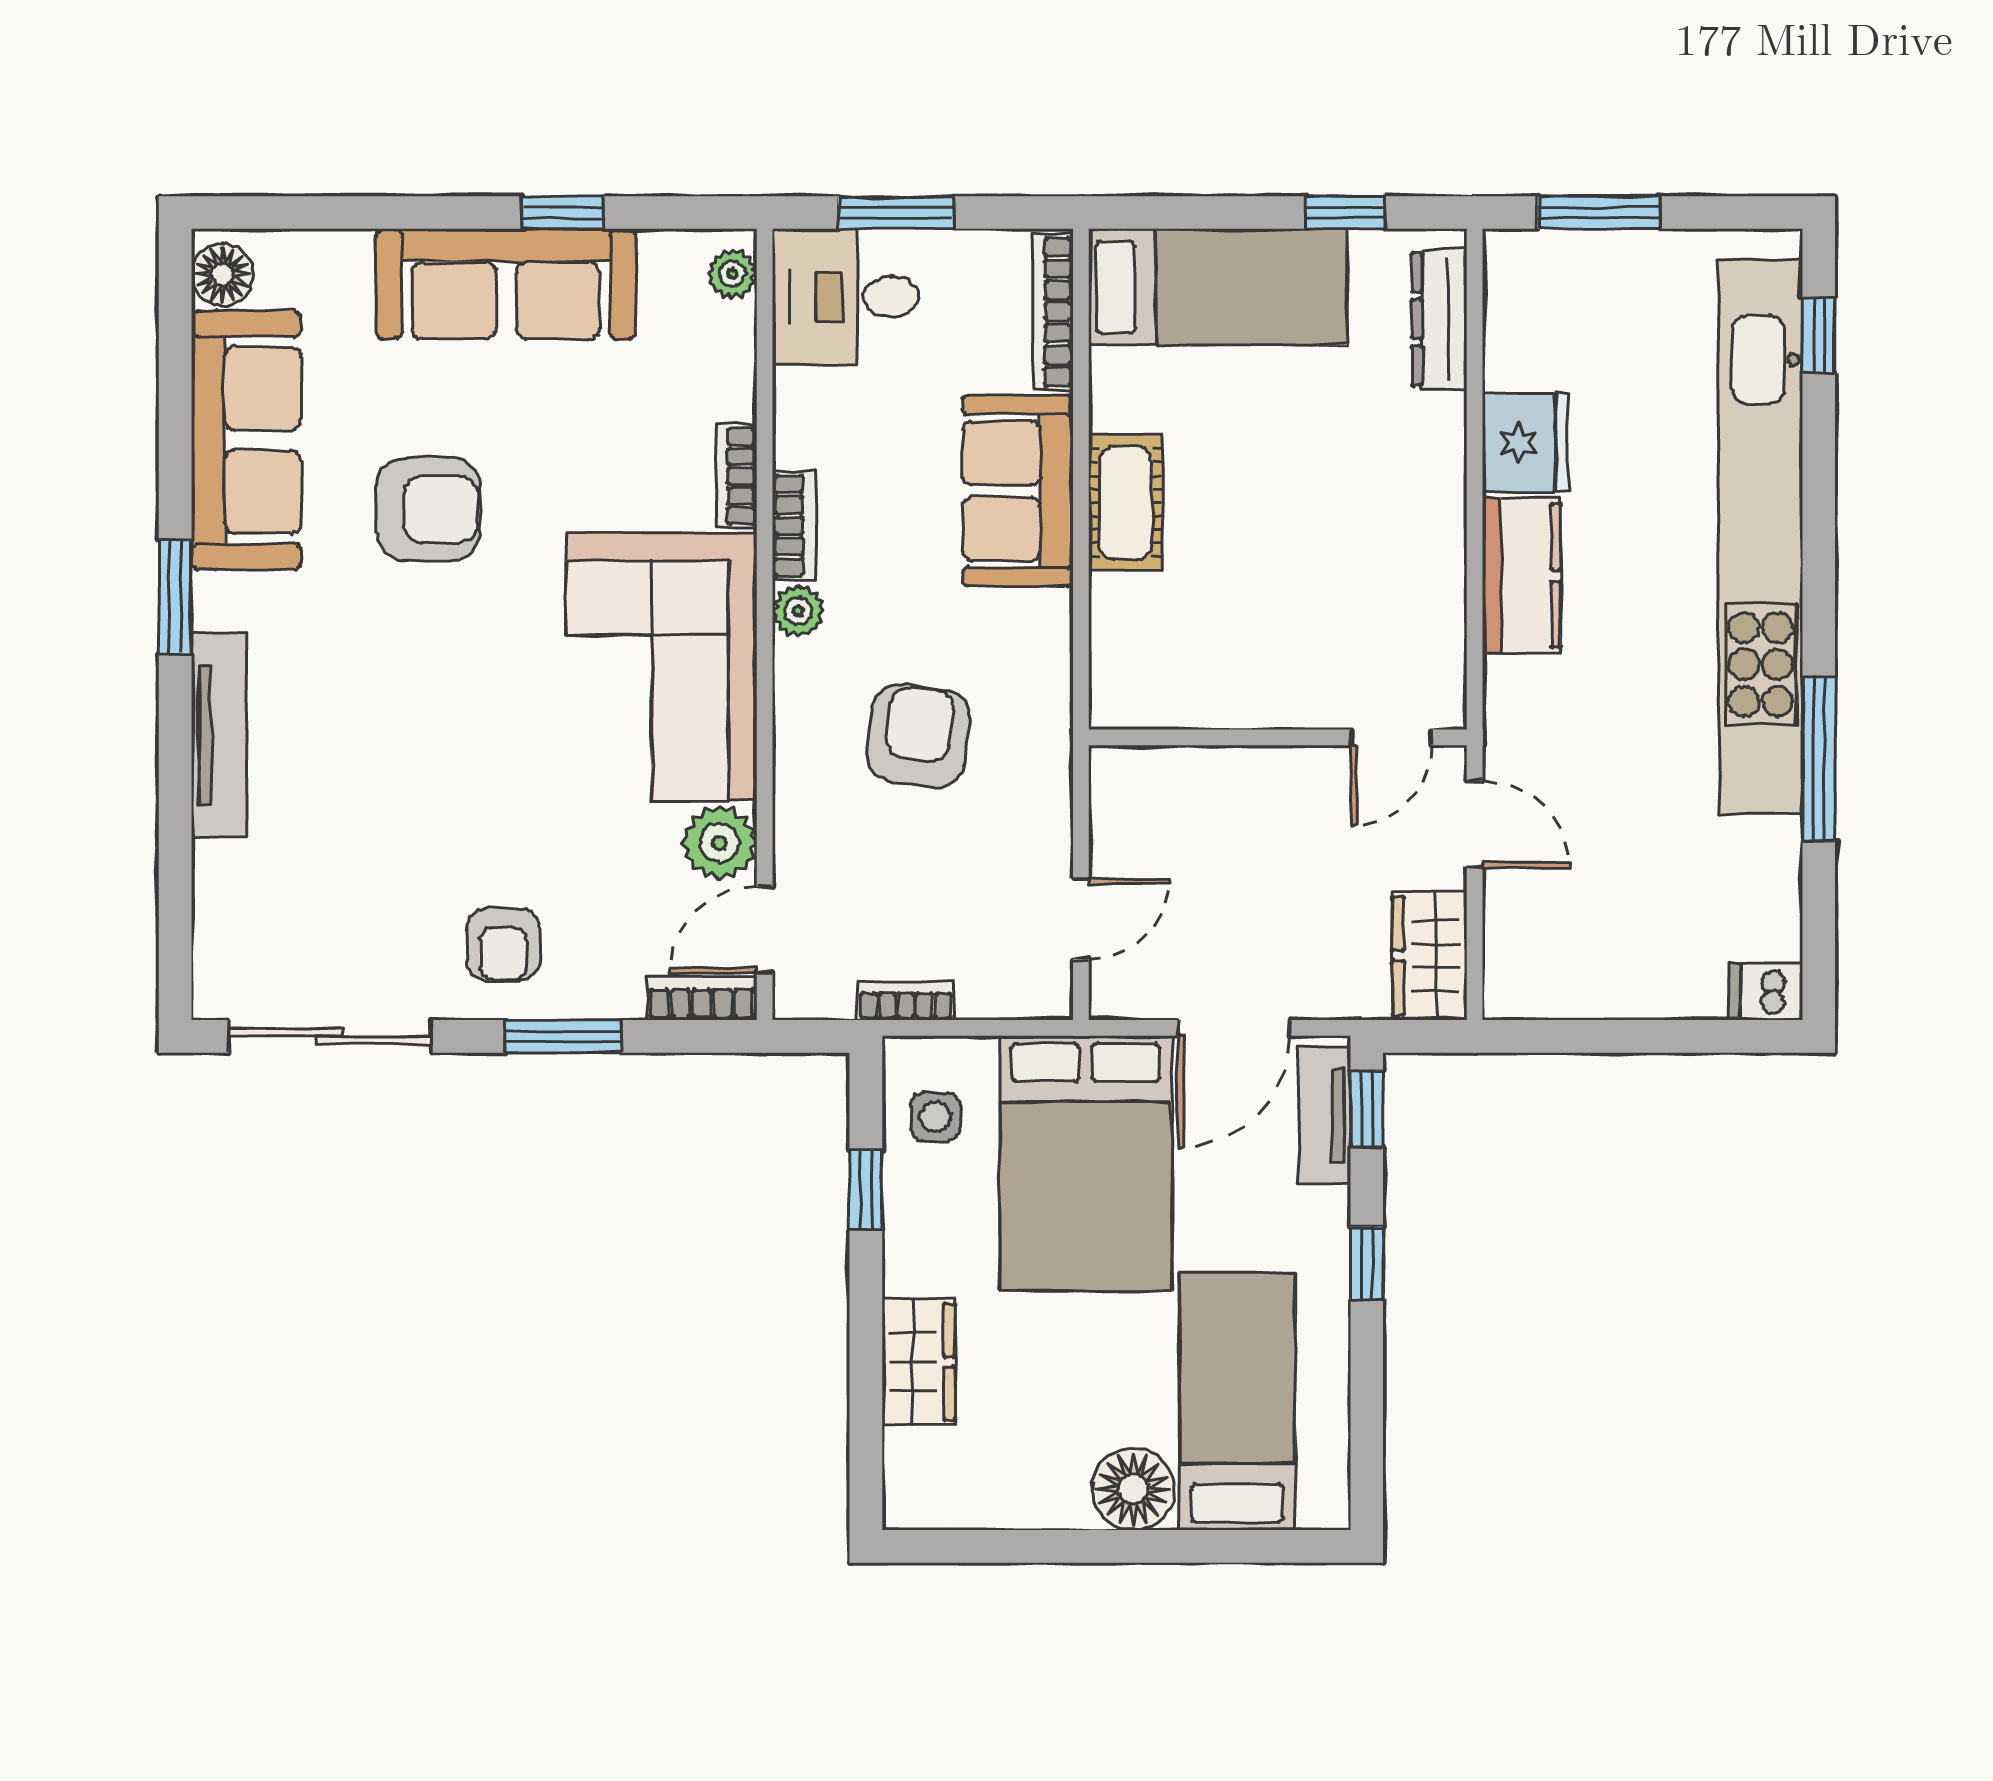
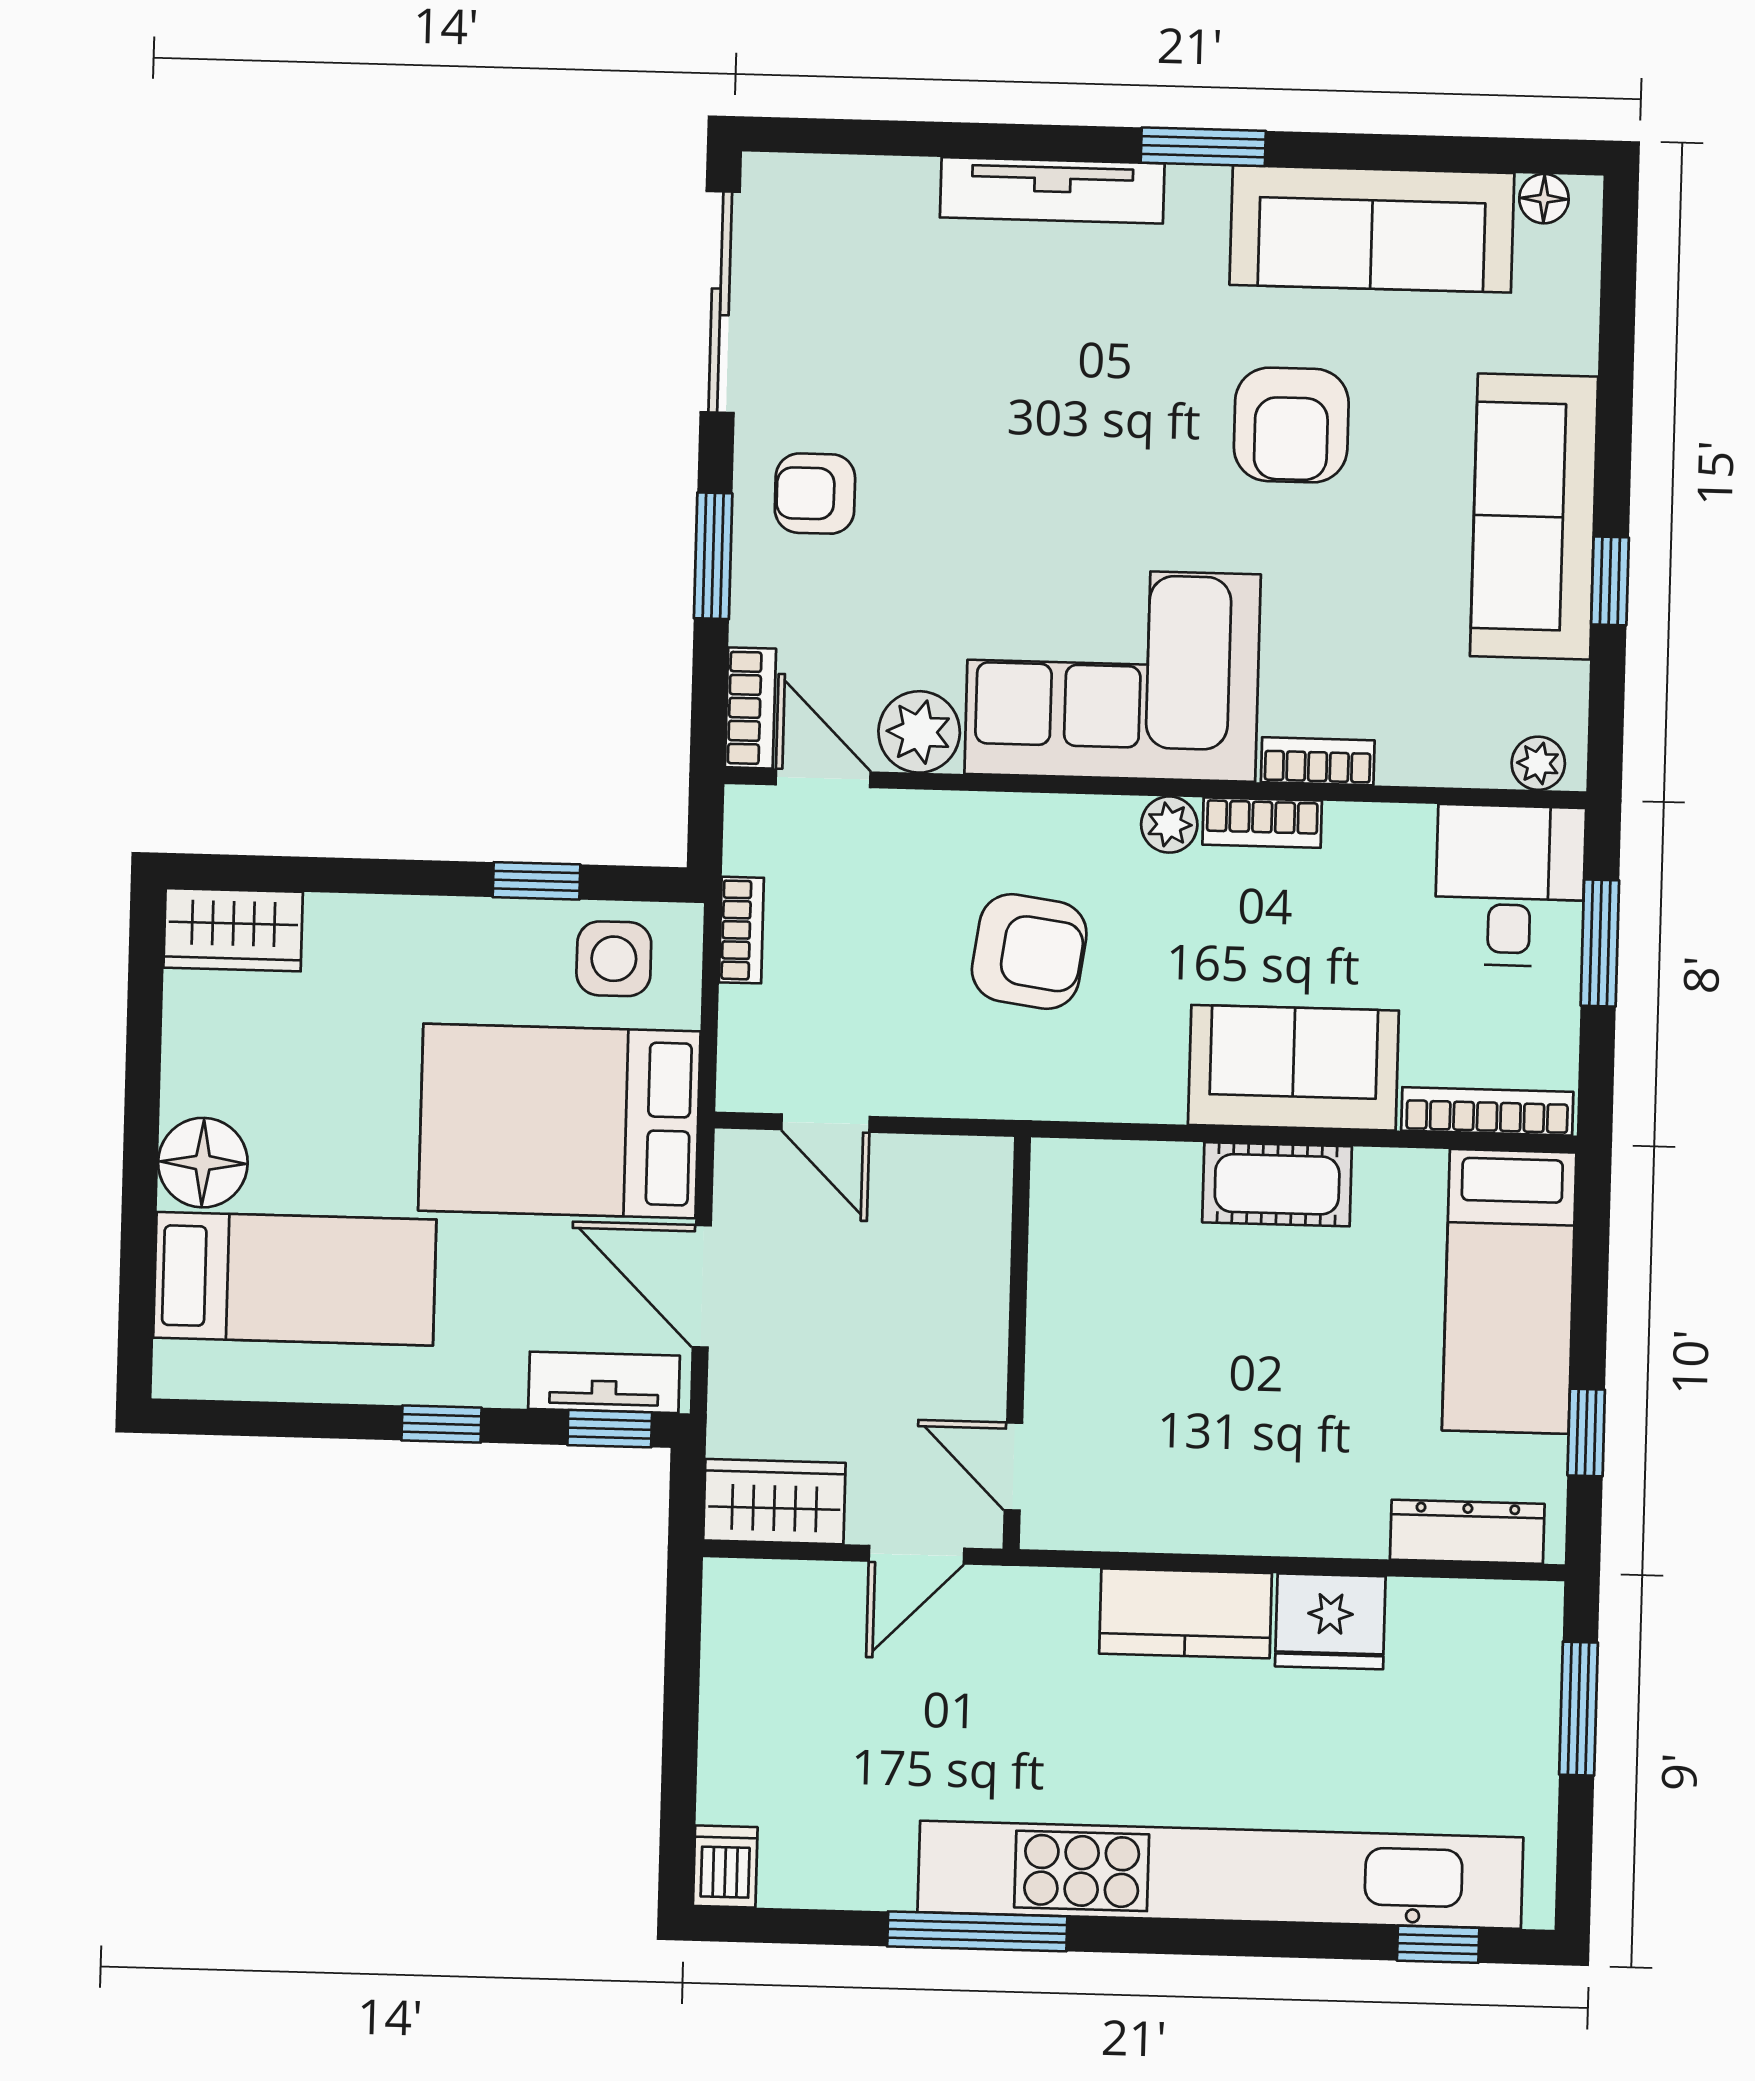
floor lamp: (222, 275) -> (1544, 199), width x0.73, depth x0.73
side table: (935, 1117) -> (614, 959), width x1.37, depth x1.37
wardrobe: (919, 1362) -> (233, 930), moved

